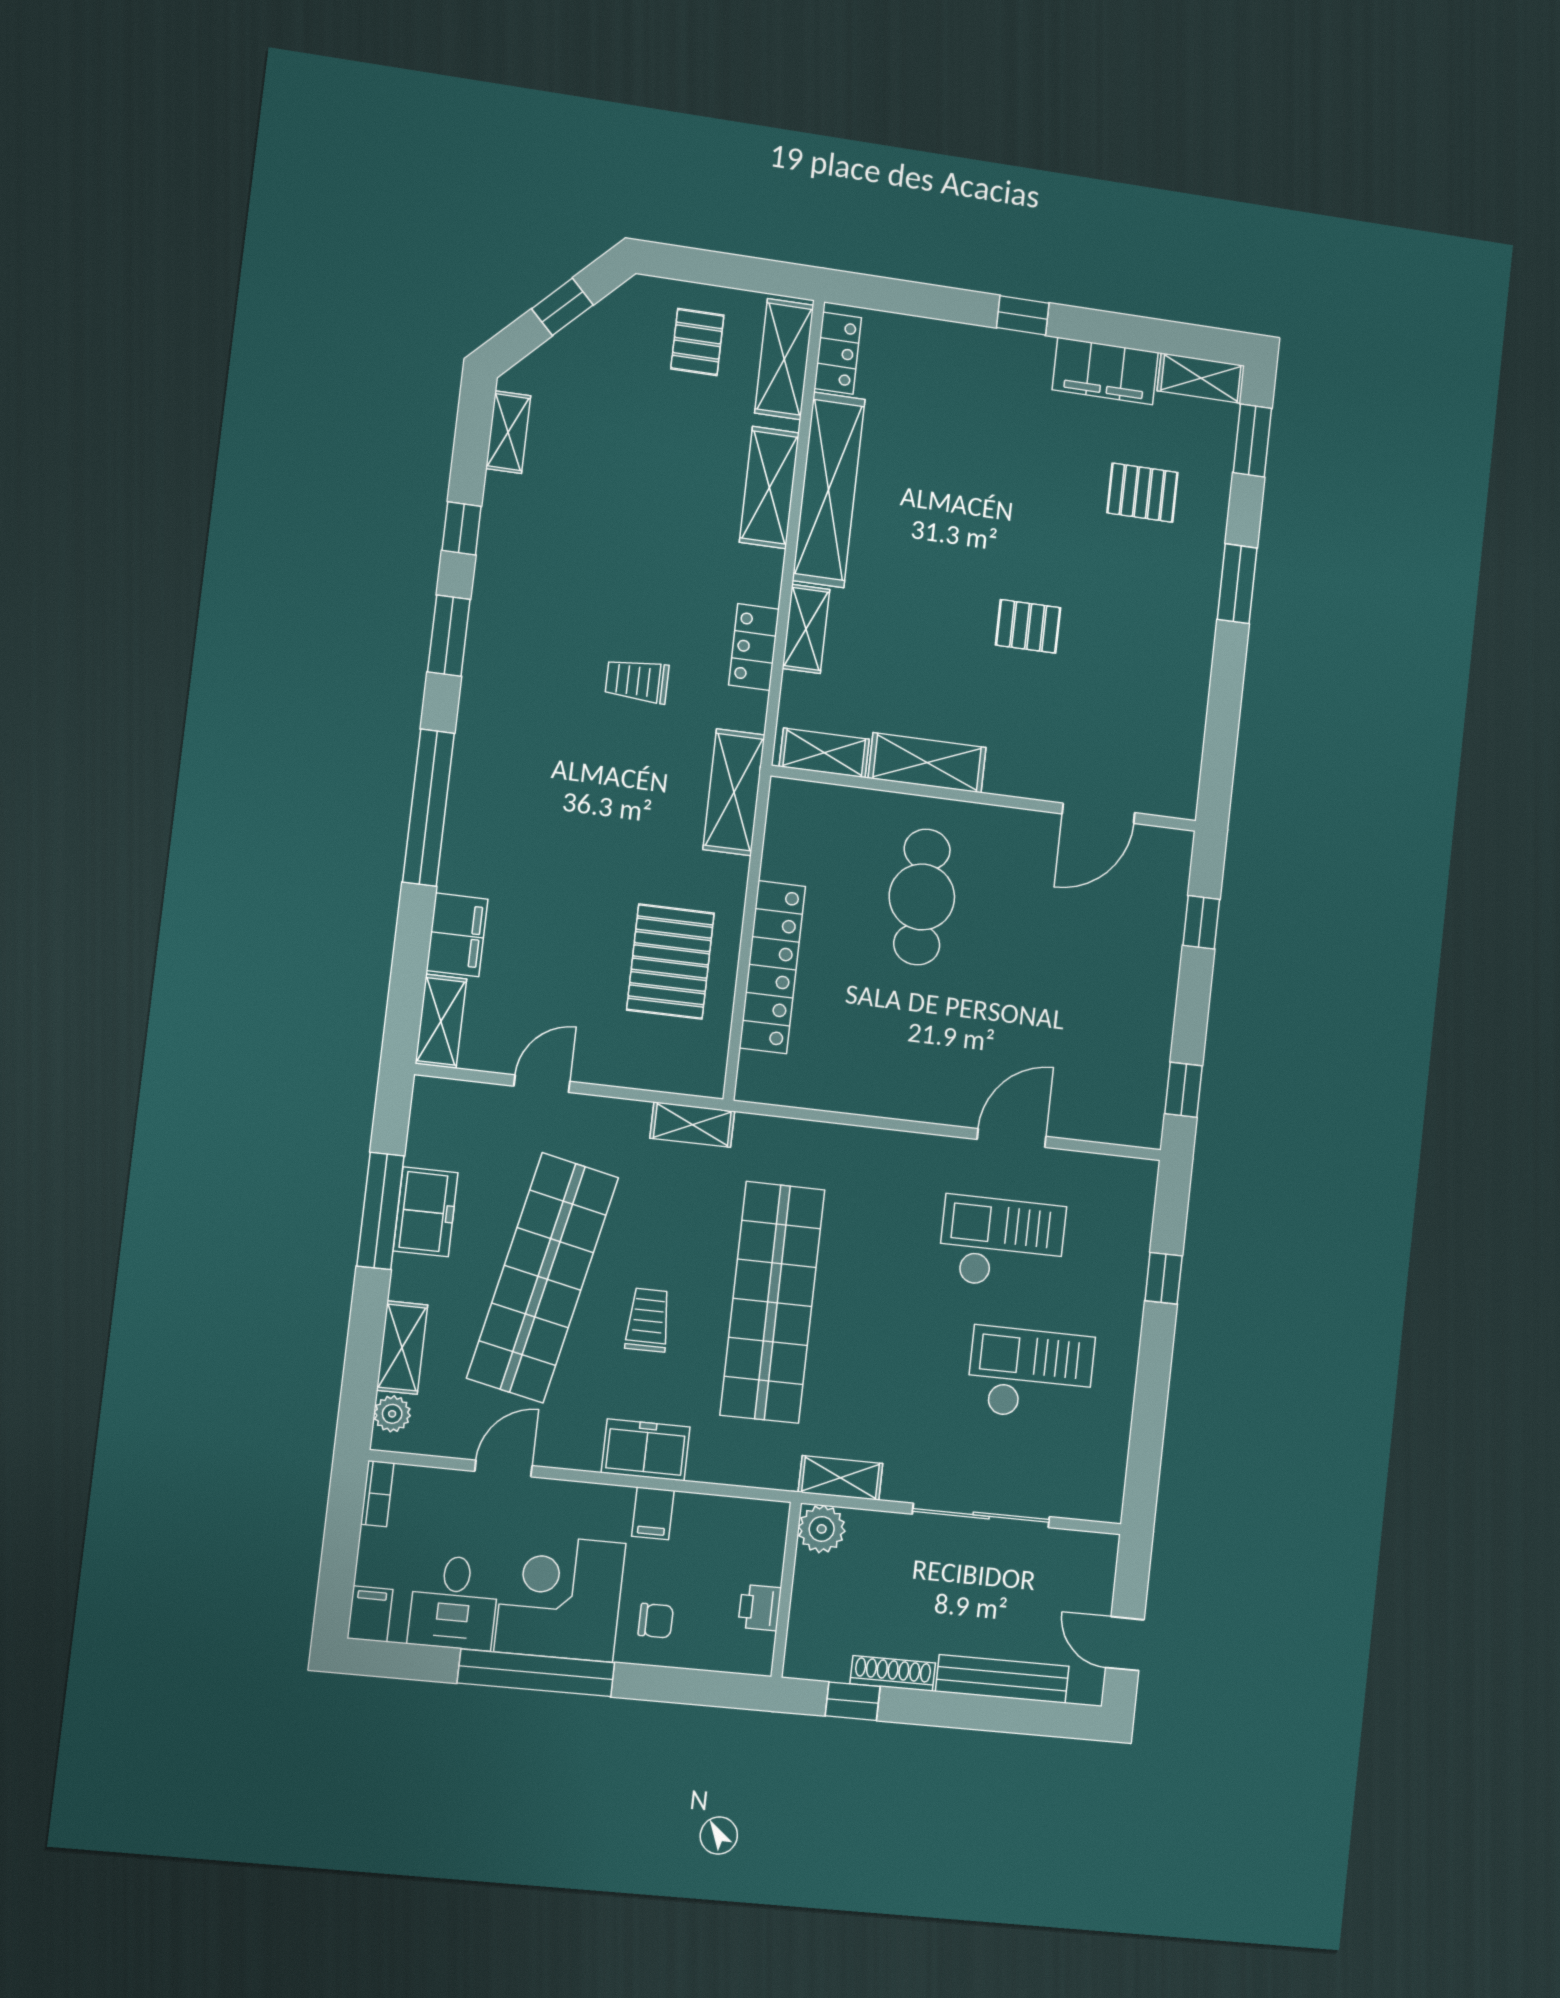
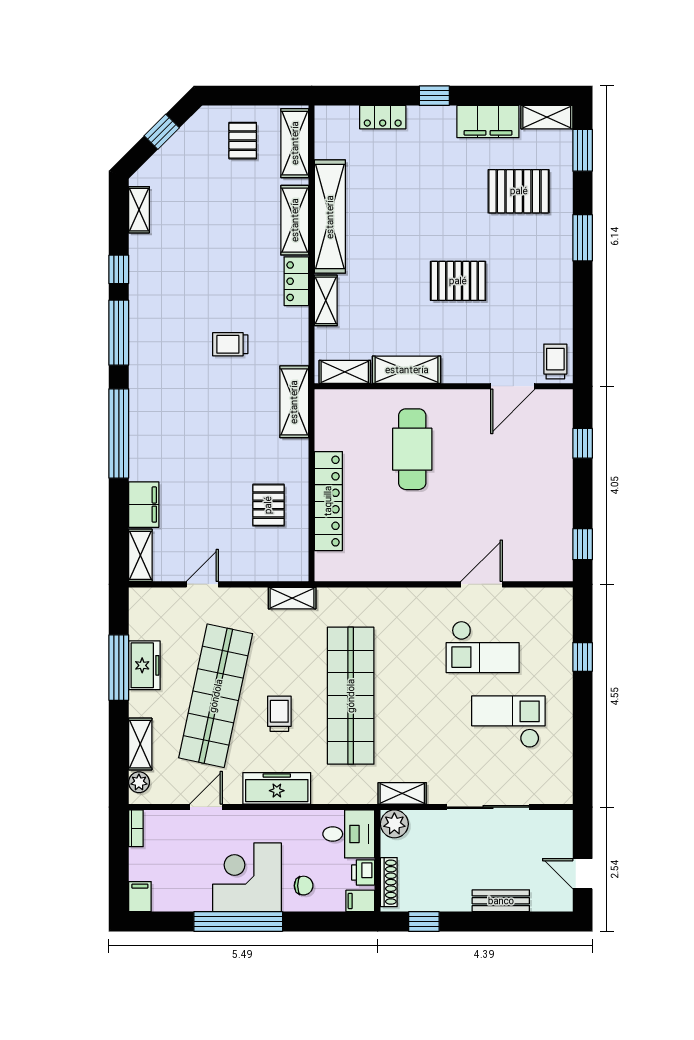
locker: (838, 353) -> (383, 117), moved, turned 90
pallet: (1142, 493) -> (519, 191), width x1.50, depth x1.42
pallet: (1028, 626) -> (458, 281), width x1.50, depth x1.42
window: (449, 636) -> (119, 333), width x1.44
locker: (754, 647) -> (296, 281), moved
trolley: (1172, 781) -> (555, 361), added
pallet: (670, 962) -> (268, 505), width x0.67, depth x0.71
checkout: (1002, 1243) -> (483, 647), turned 180
freezer: (646, 1450) -> (277, 788), width x1.40
filing cabinet: (653, 1513) -> (360, 901), moved, turned 90
desk: (454, 1602) -> (349, 834), moved, turned -90
shoe rack: (893, 1673) -> (389, 882), moved, turned 90
bench: (1002, 1679) -> (501, 901), width x0.73

